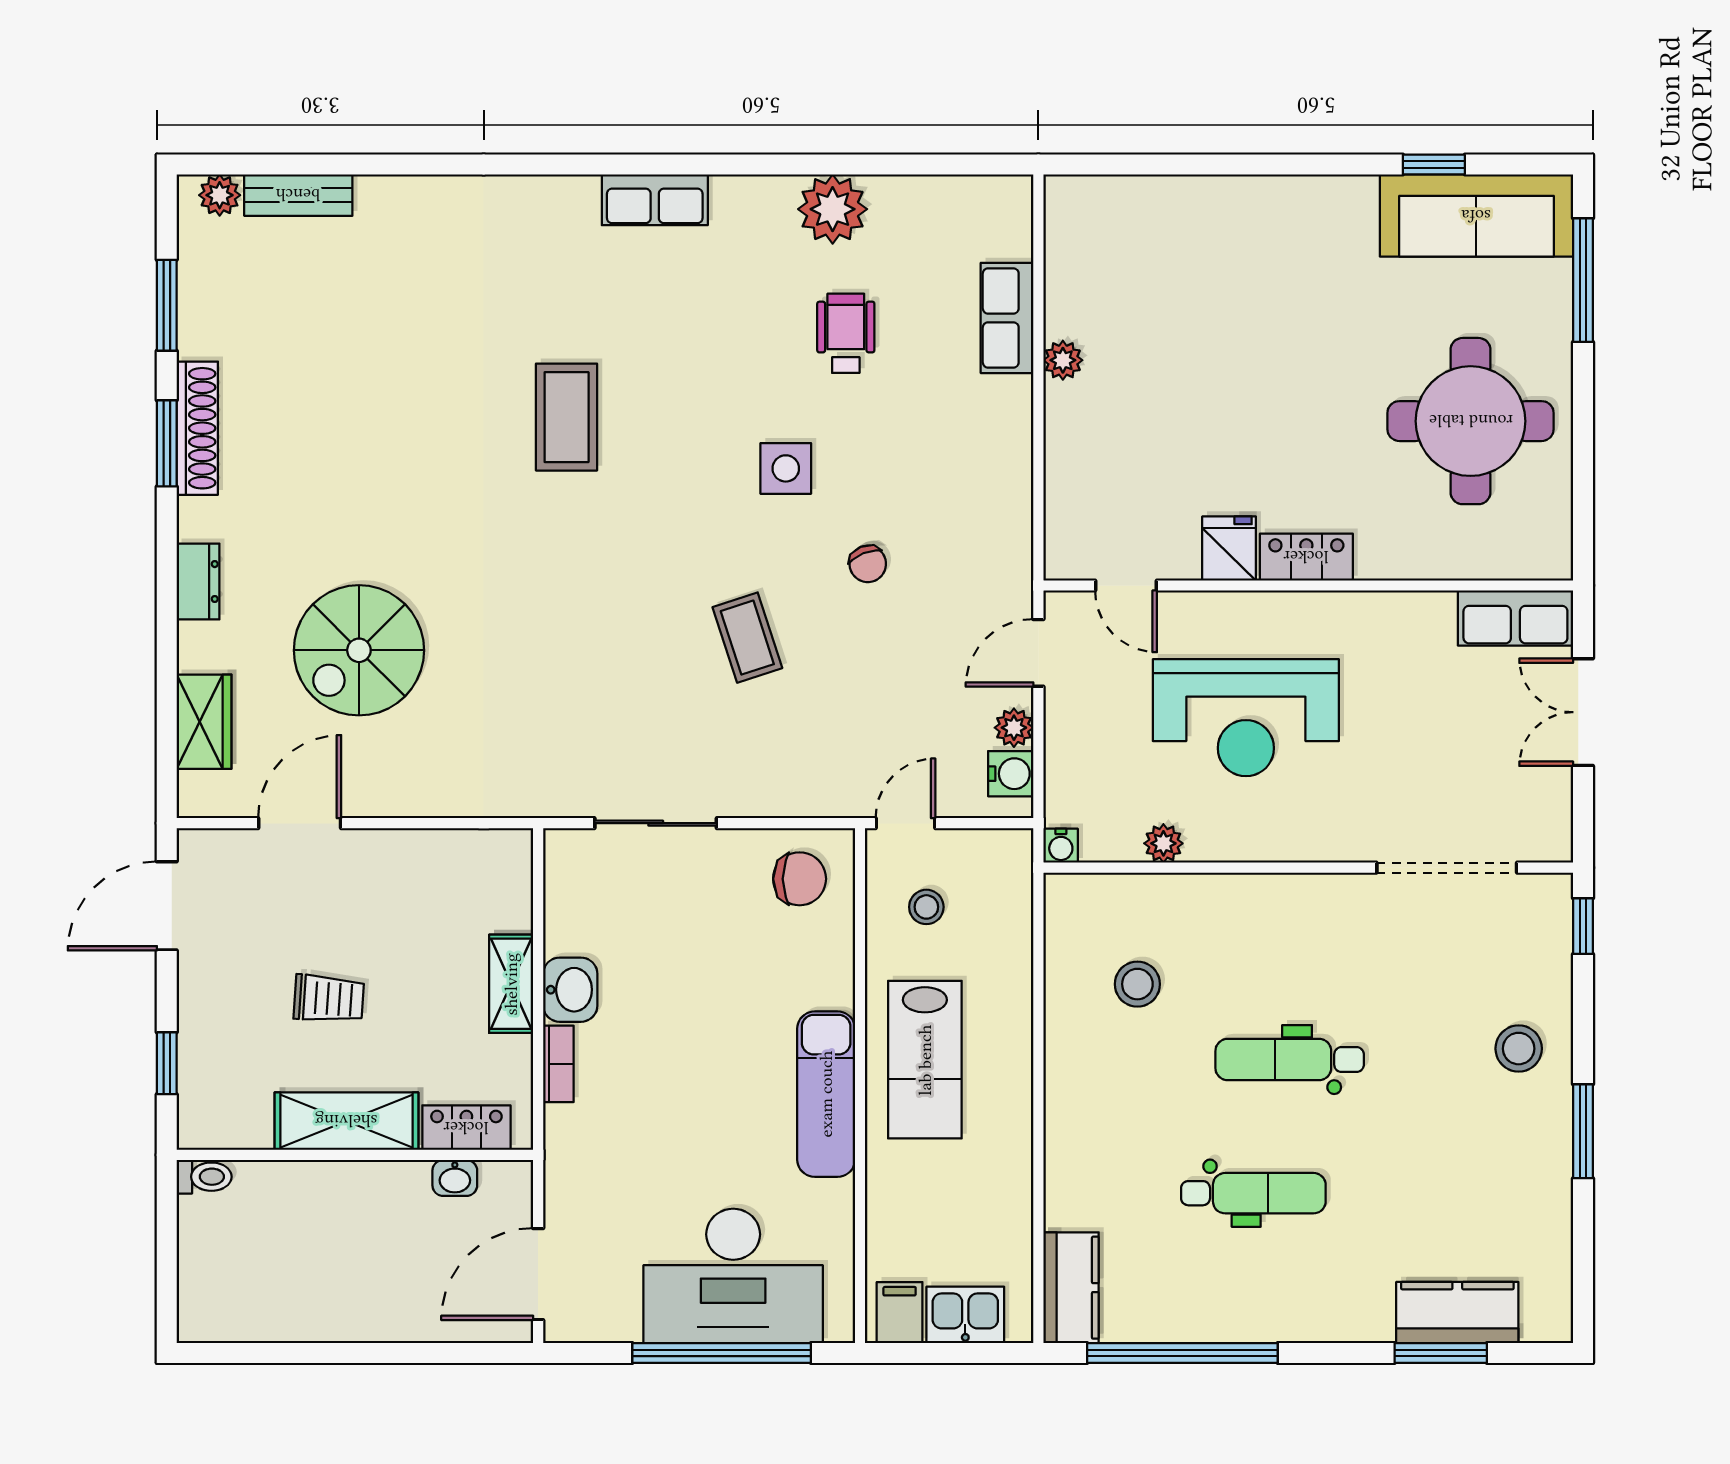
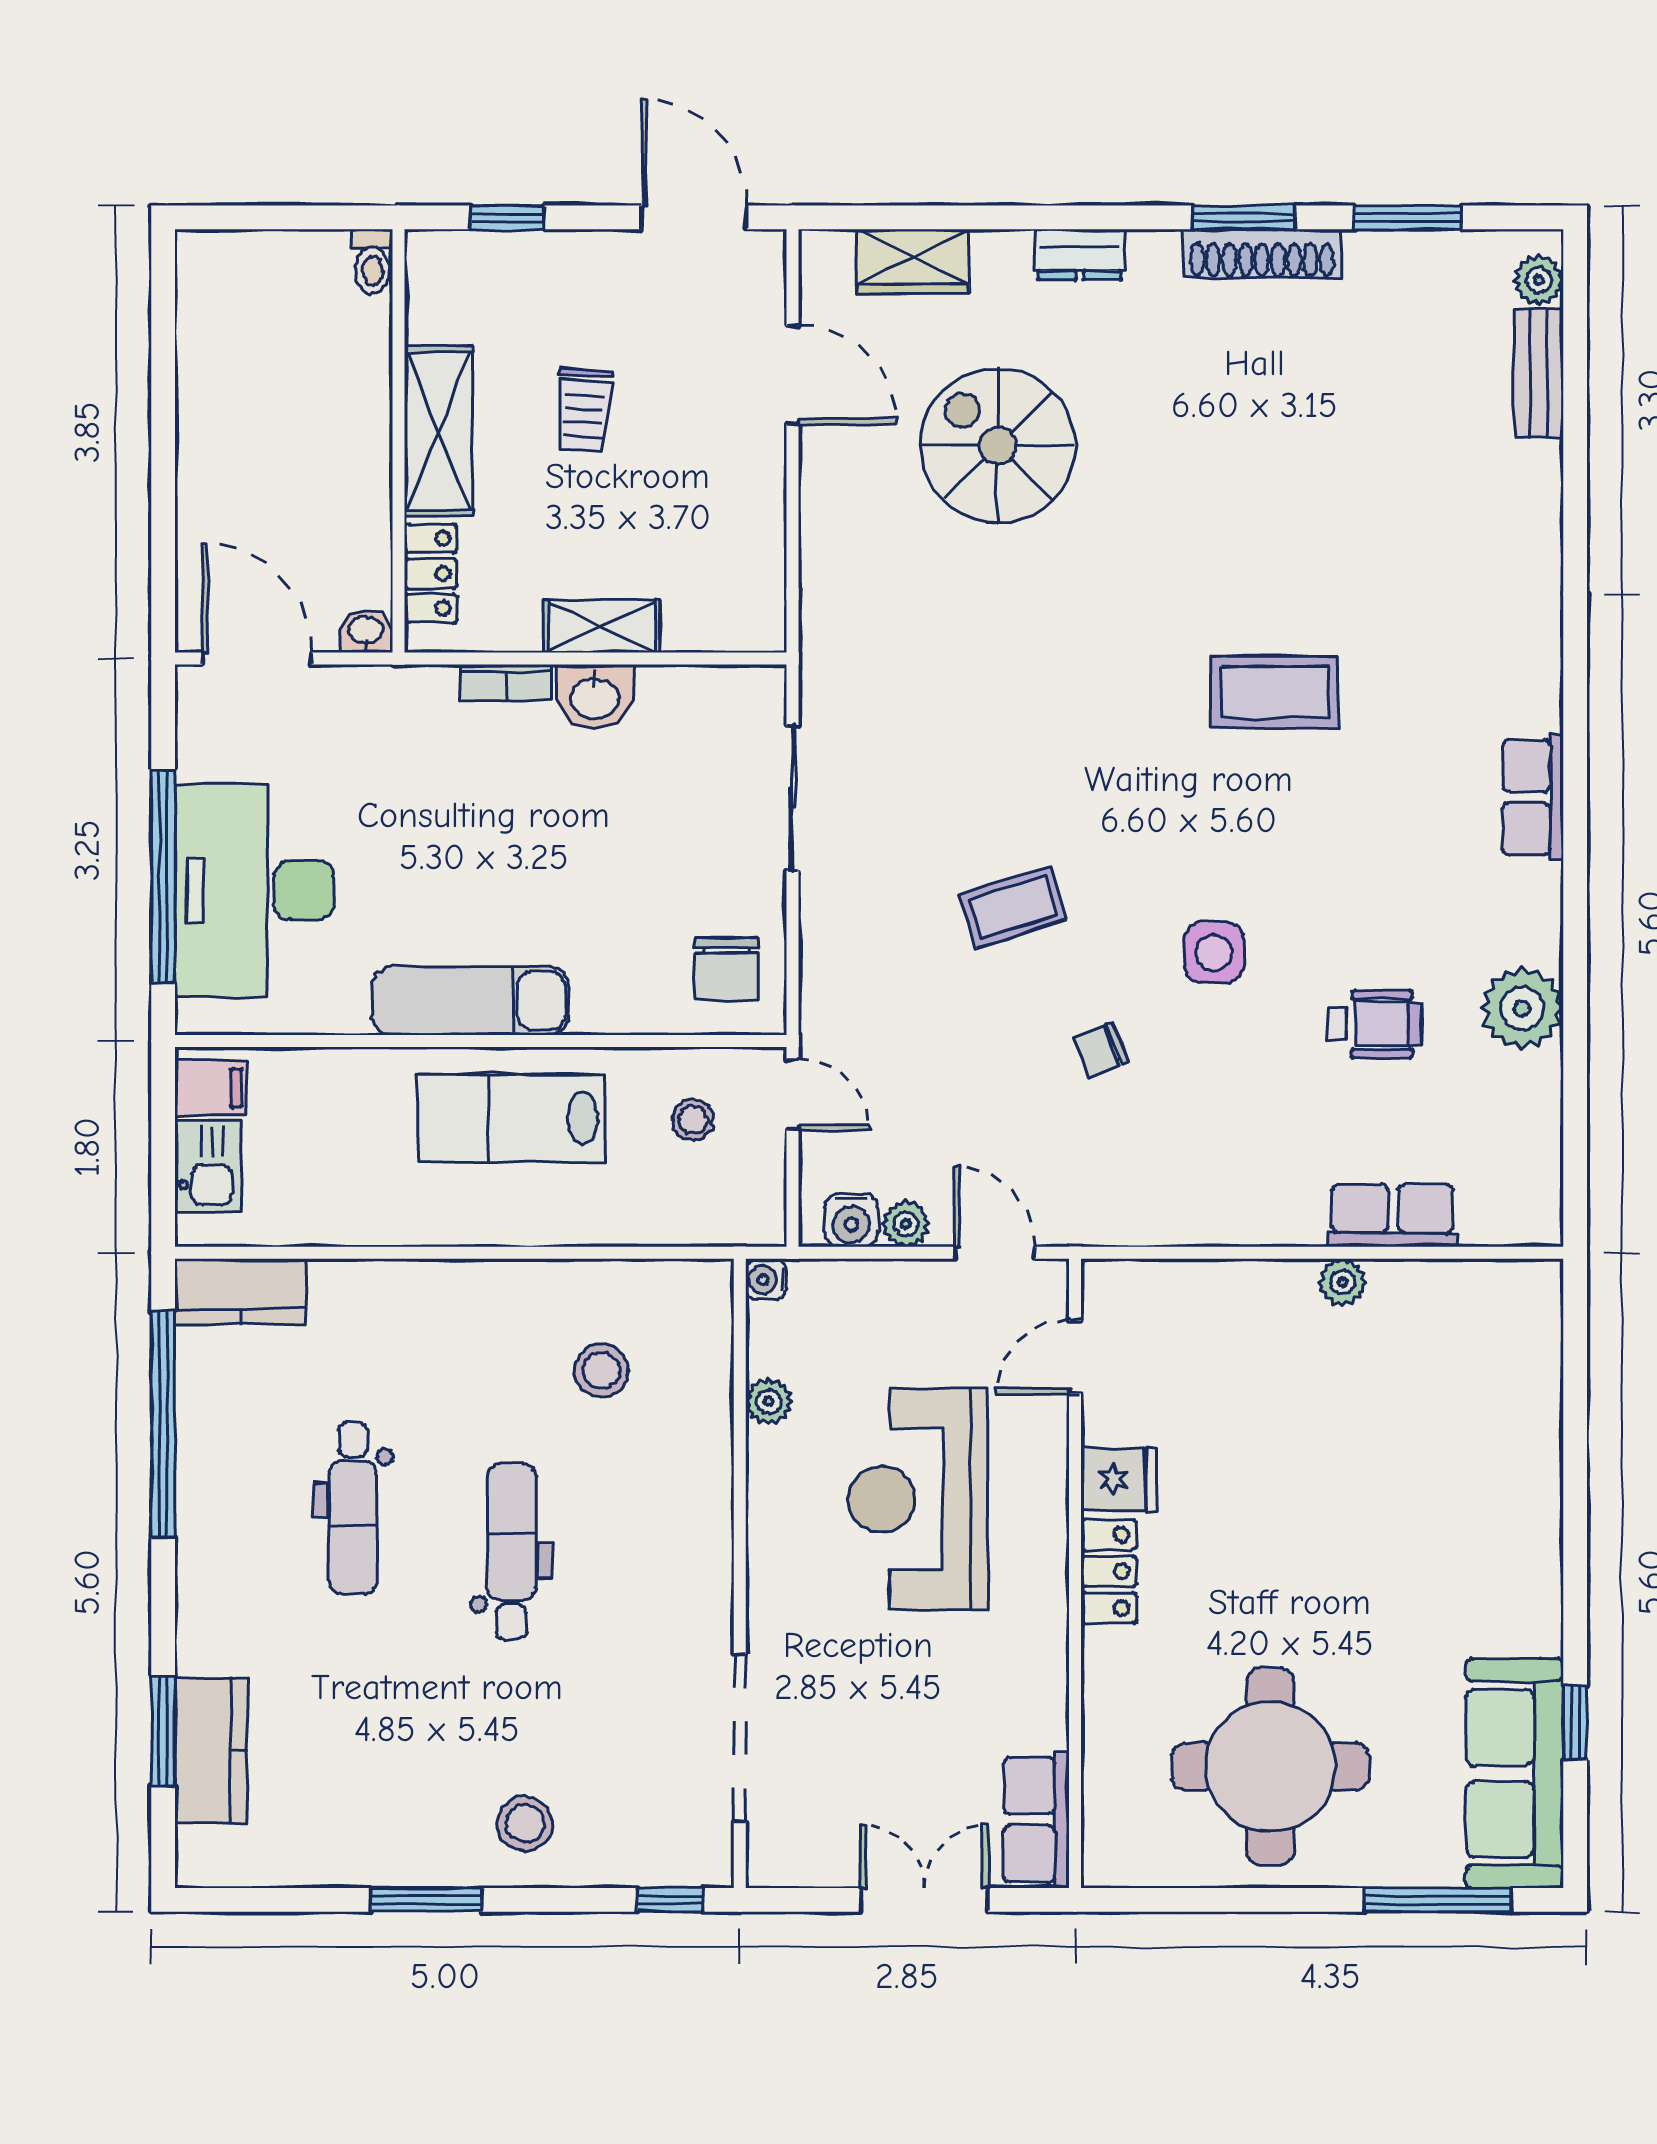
washbasin: (455, 1178) -> (366, 631), moved, turned 90

